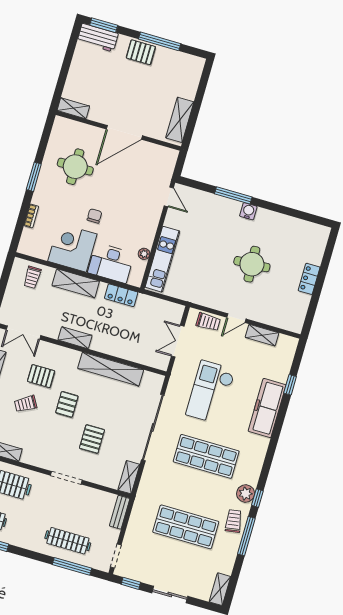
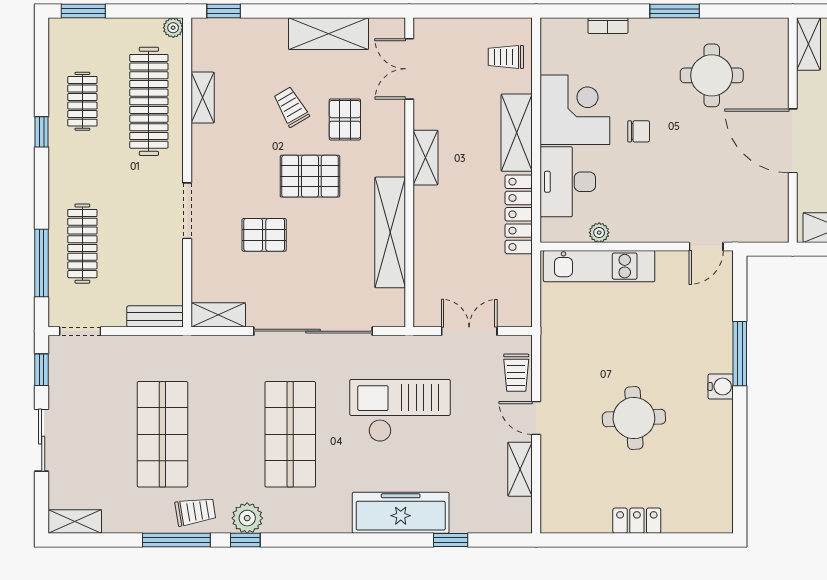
locker: (121, 295) -> (519, 214), width x1.53
pallet: (67, 404) -> (310, 176), width x1.50, depth x1.42

